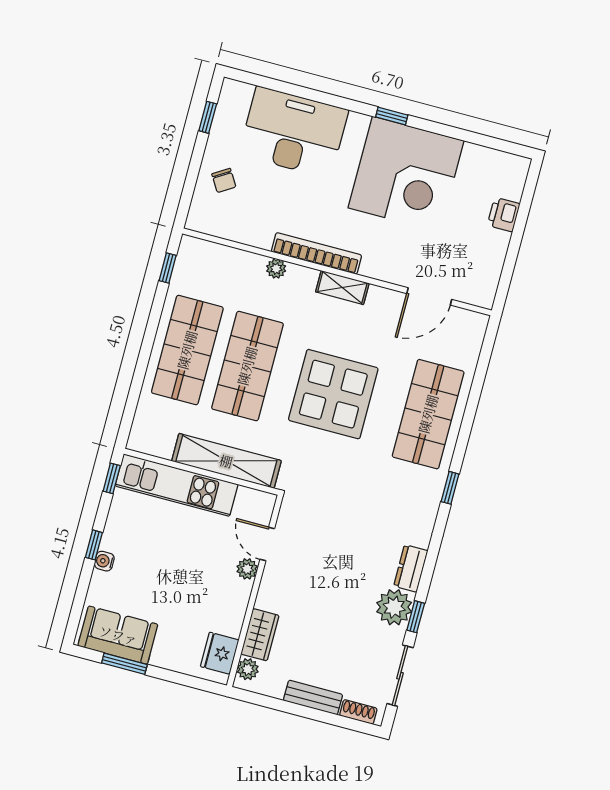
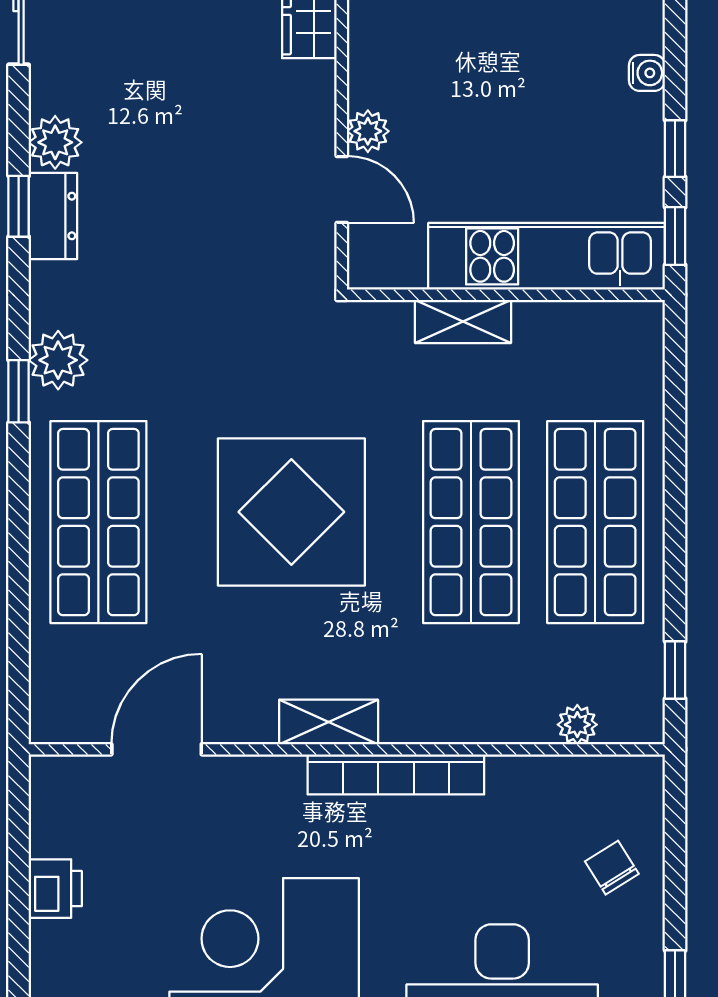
printer: (504, 215) -> (55, 889), moved
plant: (276, 269) -> (577, 725), moved
shelving: (226, 461) -> (463, 321), width x0.45, depth x0.75
plant: (427, 498) -> (58, 360), added
window: (94, 545) -> (675, 149), moved
plant: (394, 607) -> (55, 142), width x0.73, depth x0.73
window: (416, 617) -> (19, 206), moved

